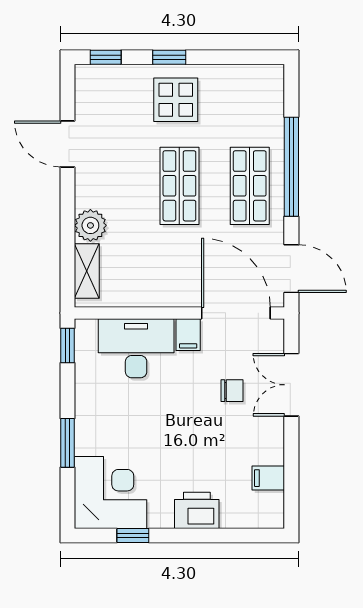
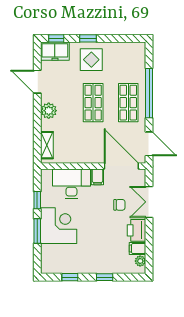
freezer: (103, 83) -> (55, 51), added
plant: (90, 225) -> (49, 111), moved
window: (68, 345) -> (37, 200), moved
corner desk: (110, 492) -> (59, 226), moved
plant: (274, 503) -> (140, 261), added
printer: (197, 510) -> (136, 230), moved, turned -90
window: (203, 535) -> (105, 277), added

